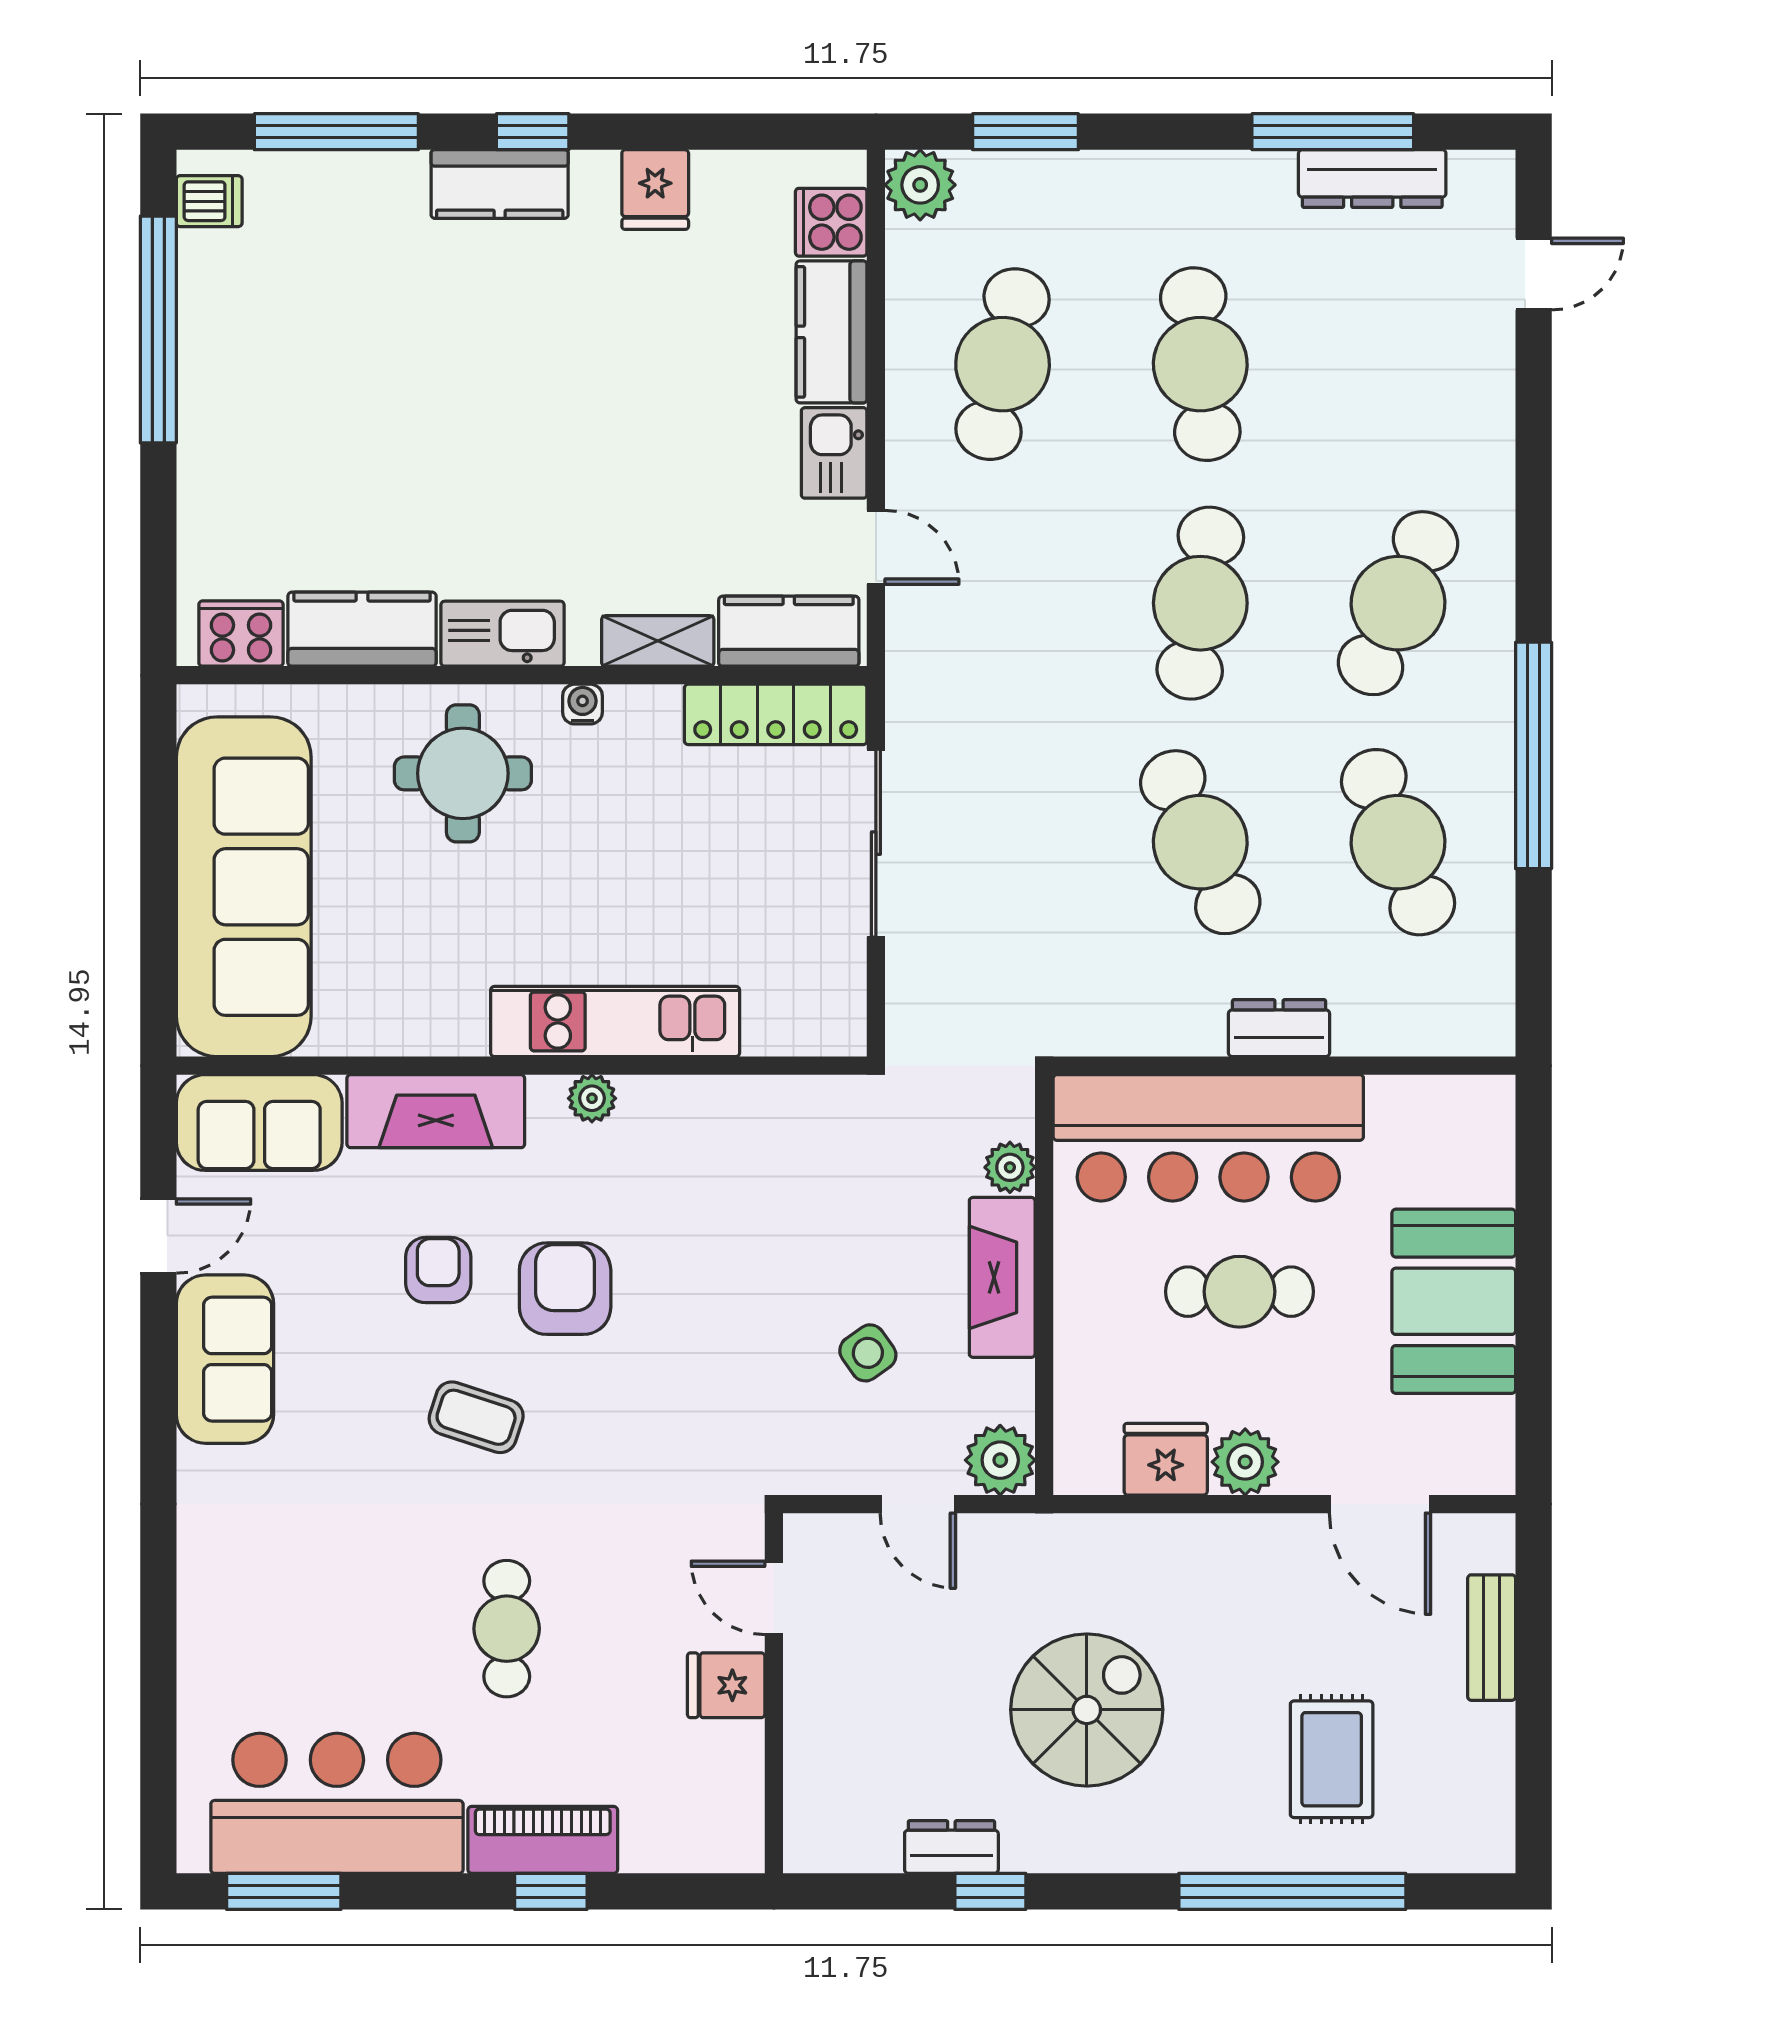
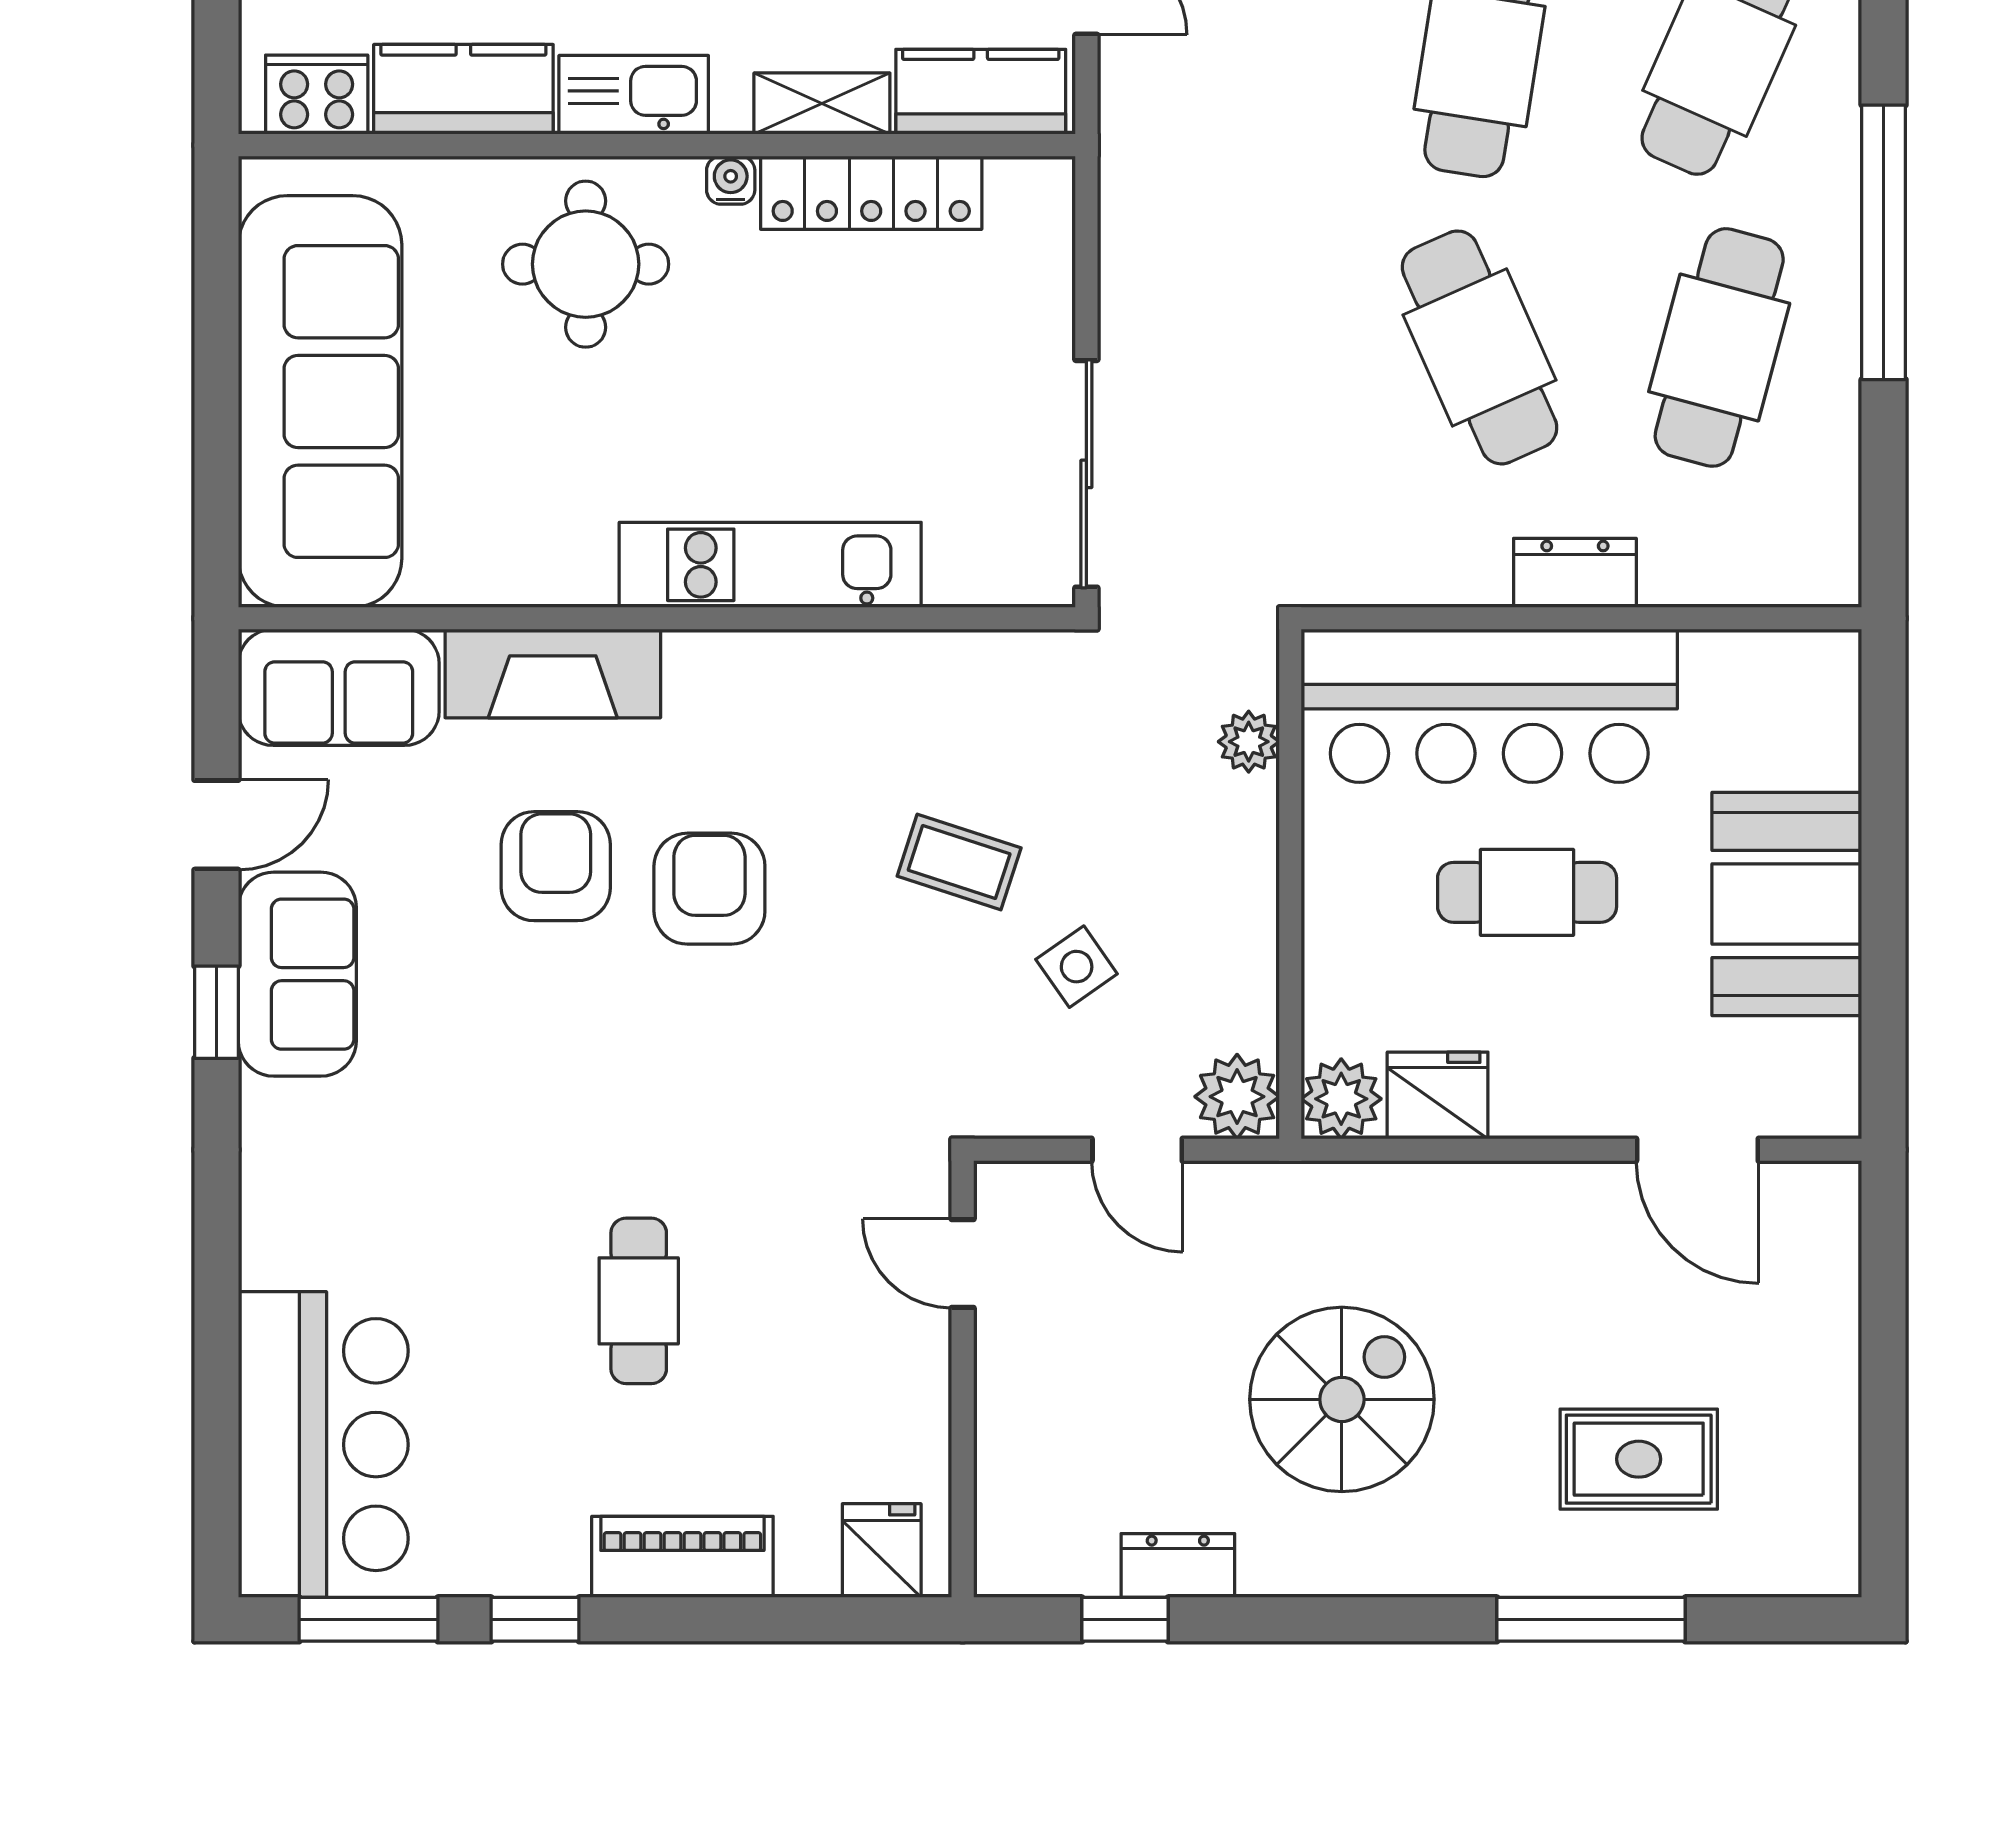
locker: (776, 714) -> (871, 193), moved
cafe table: (1398, 842) -> (1719, 347), turned 36
sliding door: (876, 843) -> (1086, 474), moved
plant: (592, 1098) -> (742, 658), removed
armchair: (438, 1270) -> (556, 866), width x1.38, depth x1.38
fireplace: (1002, 1277) -> (1239, 875), removed
window: (158, 1391) -> (216, 1012), added
coffee table: (476, 1417) -> (959, 862), moved
plant: (1245, 1462) -> (1341, 1099), moved
bench: (1492, 1638) -> (1833, 1312), removed
fridge: (726, 1685) -> (882, 1551), moved, turned 90
rug: (1332, 1759) -> (1639, 1459), turned 90
bar counter: (337, 1803) -> (323, 1445), moved, turned 90
window: (551, 1891) -> (535, 1619), moved
window: (990, 1891) -> (1125, 1619), moved
window: (1292, 1891) -> (1591, 1619), width x0.68

